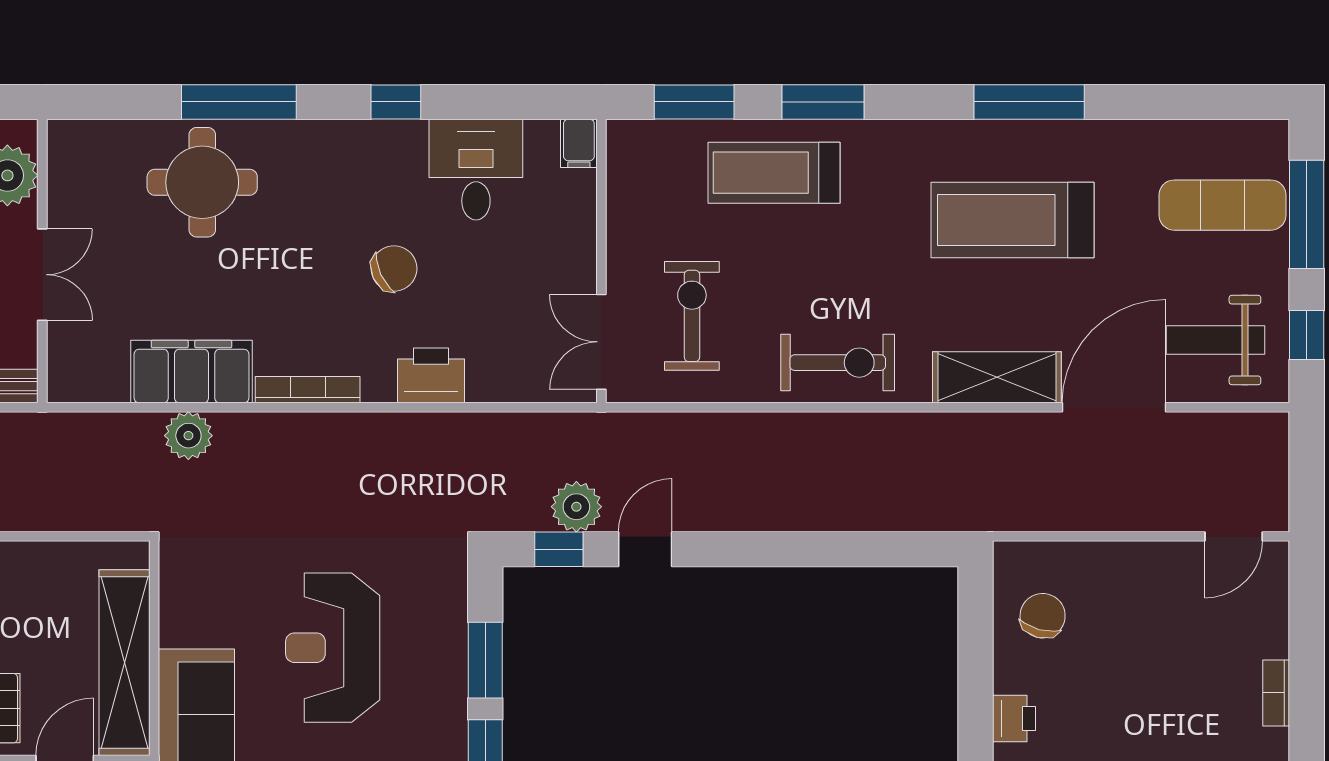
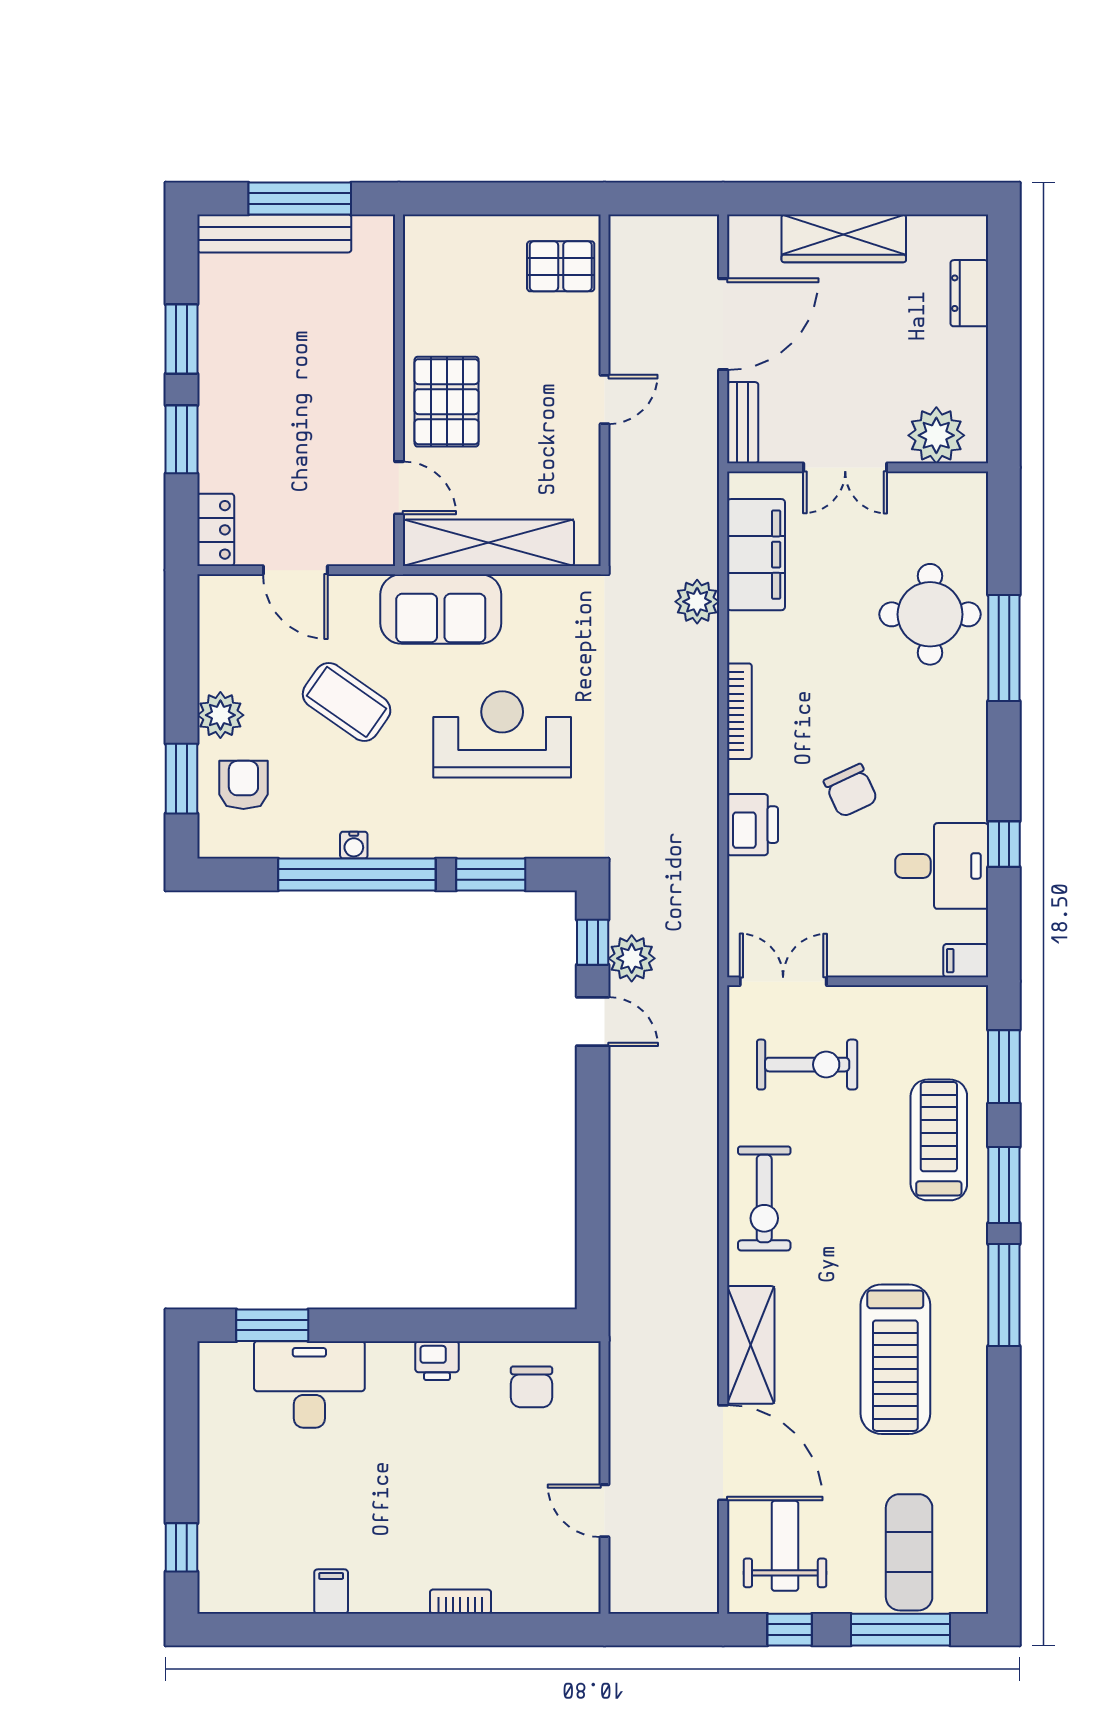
window: (396, 102) -> (1004, 844), moved
window: (1029, 102) -> (1004, 1295), moved
treadmill: (1012, 220) -> (895, 1359), turned 180
filing cabinet: (191, 372) -> (756, 555), moved
door: (1234, 536) -> (605, 1511), moved
chair: (1043, 616) -> (531, 1387), turned 75

